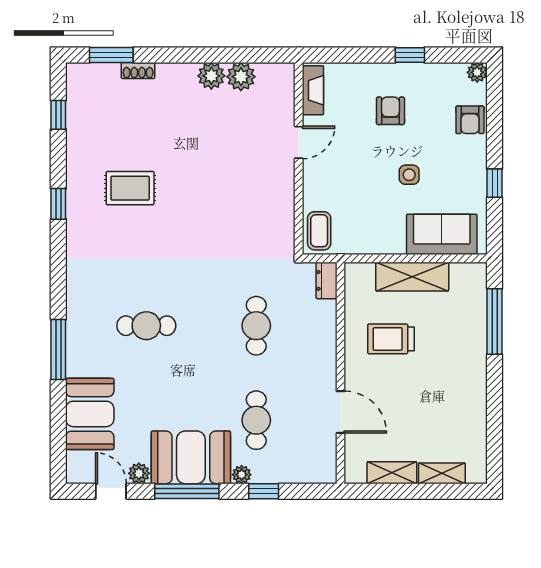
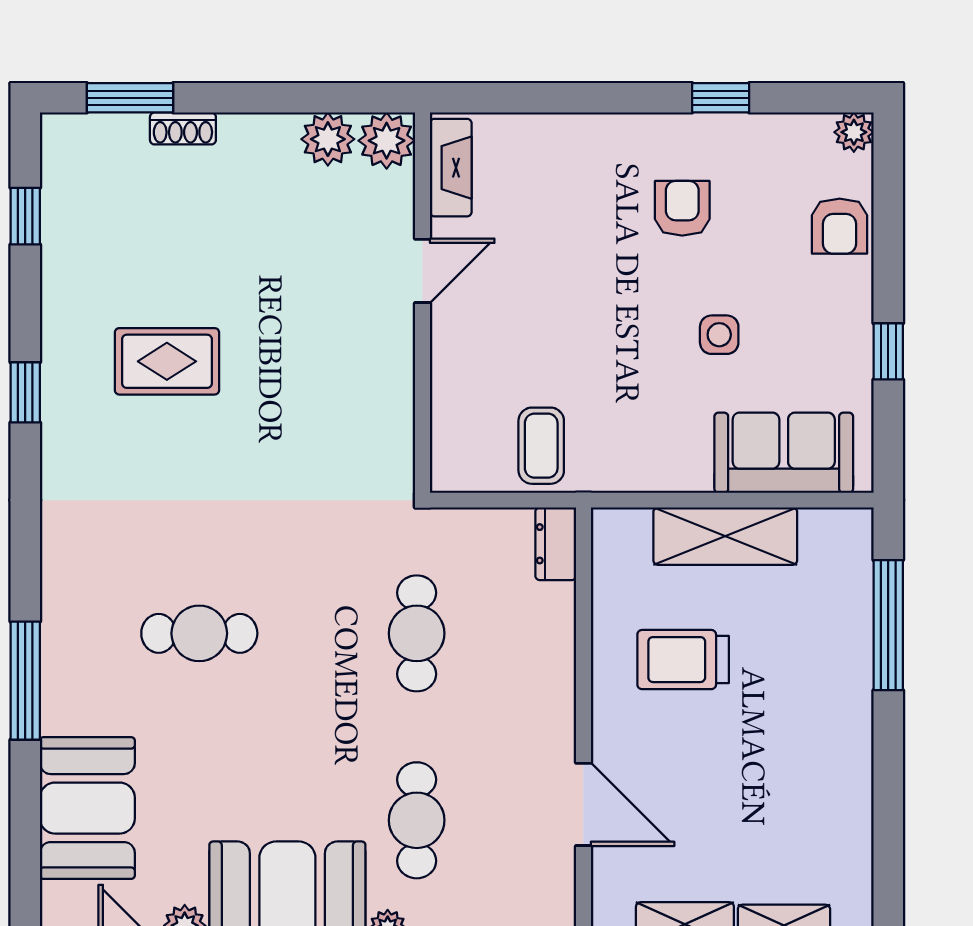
fireplace: (313, 90) -> (451, 168), moved
door: (299, 142) -> (423, 271), moved
wall: (299, 159) -> (423, 303), moved

